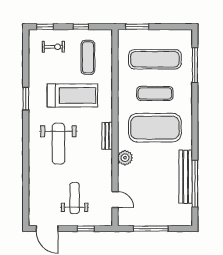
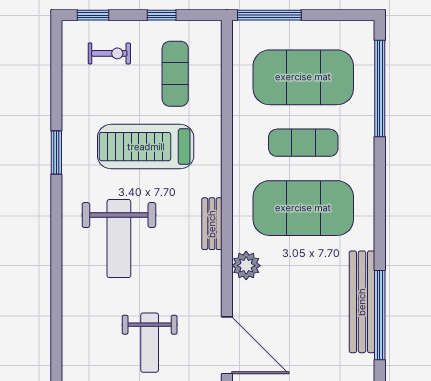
window: (137, 27) -> (269, 15), width x1.44
exercise mat: (155, 59) -> (303, 77), width x1.47
window: (195, 65) -> (380, 88), width x1.46
treadmill: (72, 95) -> (146, 147), turned 180
weight bench: (75, 198) -> (150, 343), turned 180
door: (115, 199) -> (227, 345), width x1.88

